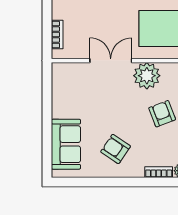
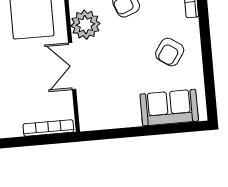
bookcase: (57, 35) -> (48, 128), width x1.56

